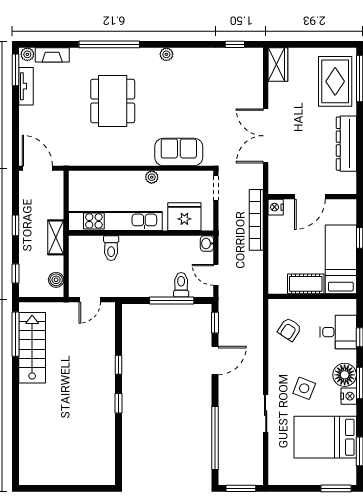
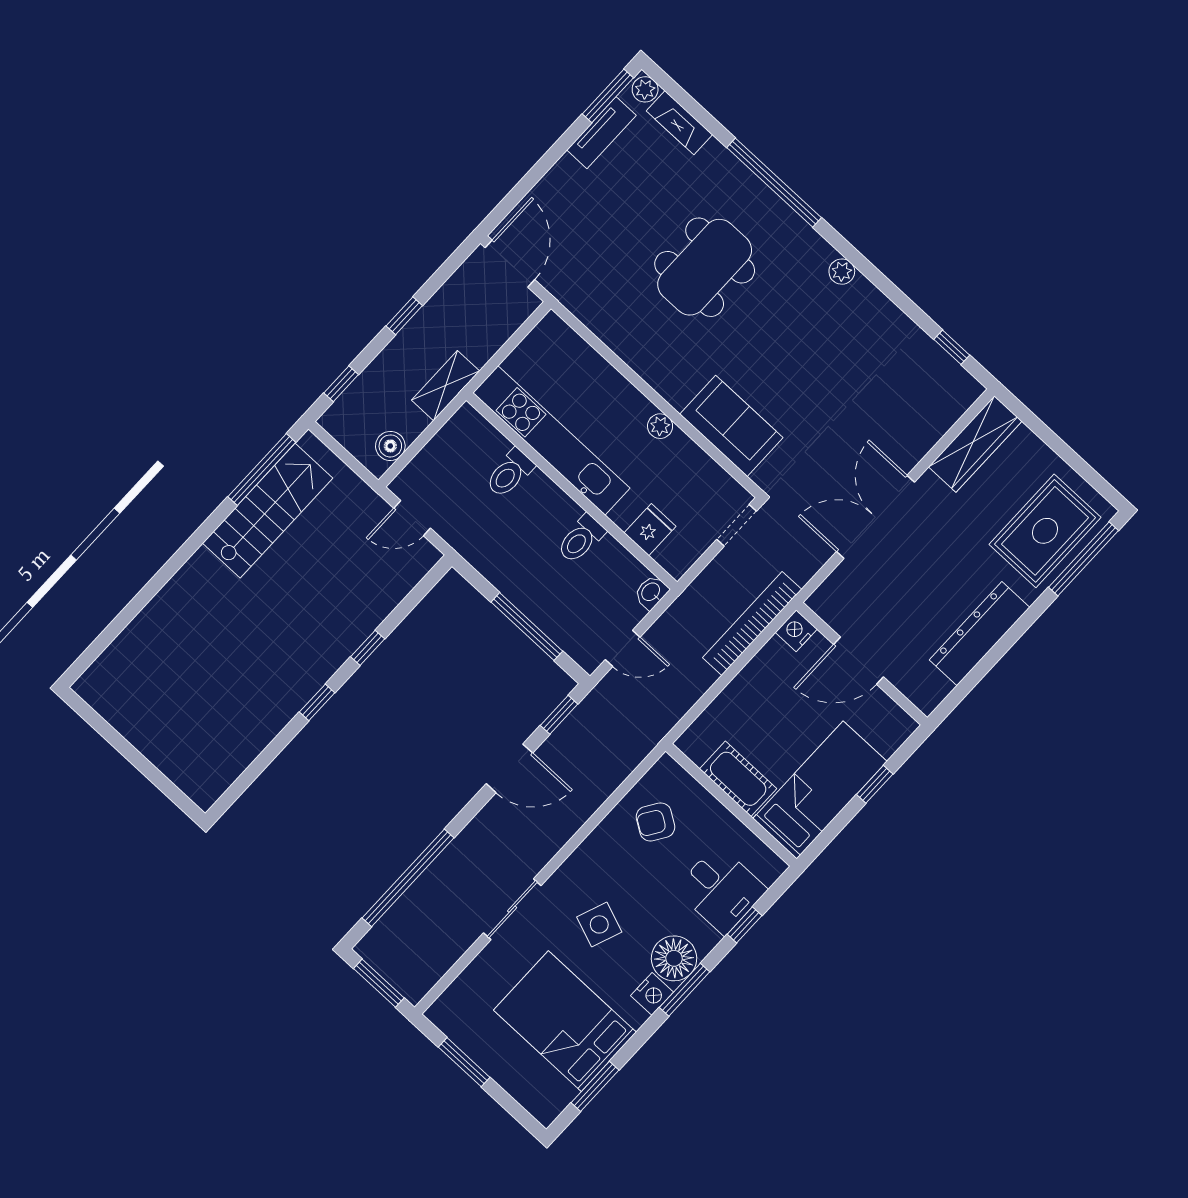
wardrobe: (278, 65) -> (975, 444), width x1.50
fridge: (184, 217) -> (650, 530), width x0.53, depth x0.75
door: (216, 275) -> (623, 648), swing flipped
toilet: (181, 285) -> (581, 539), moved, turned 180
window: (336, 488) -> (464, 1062), moved

